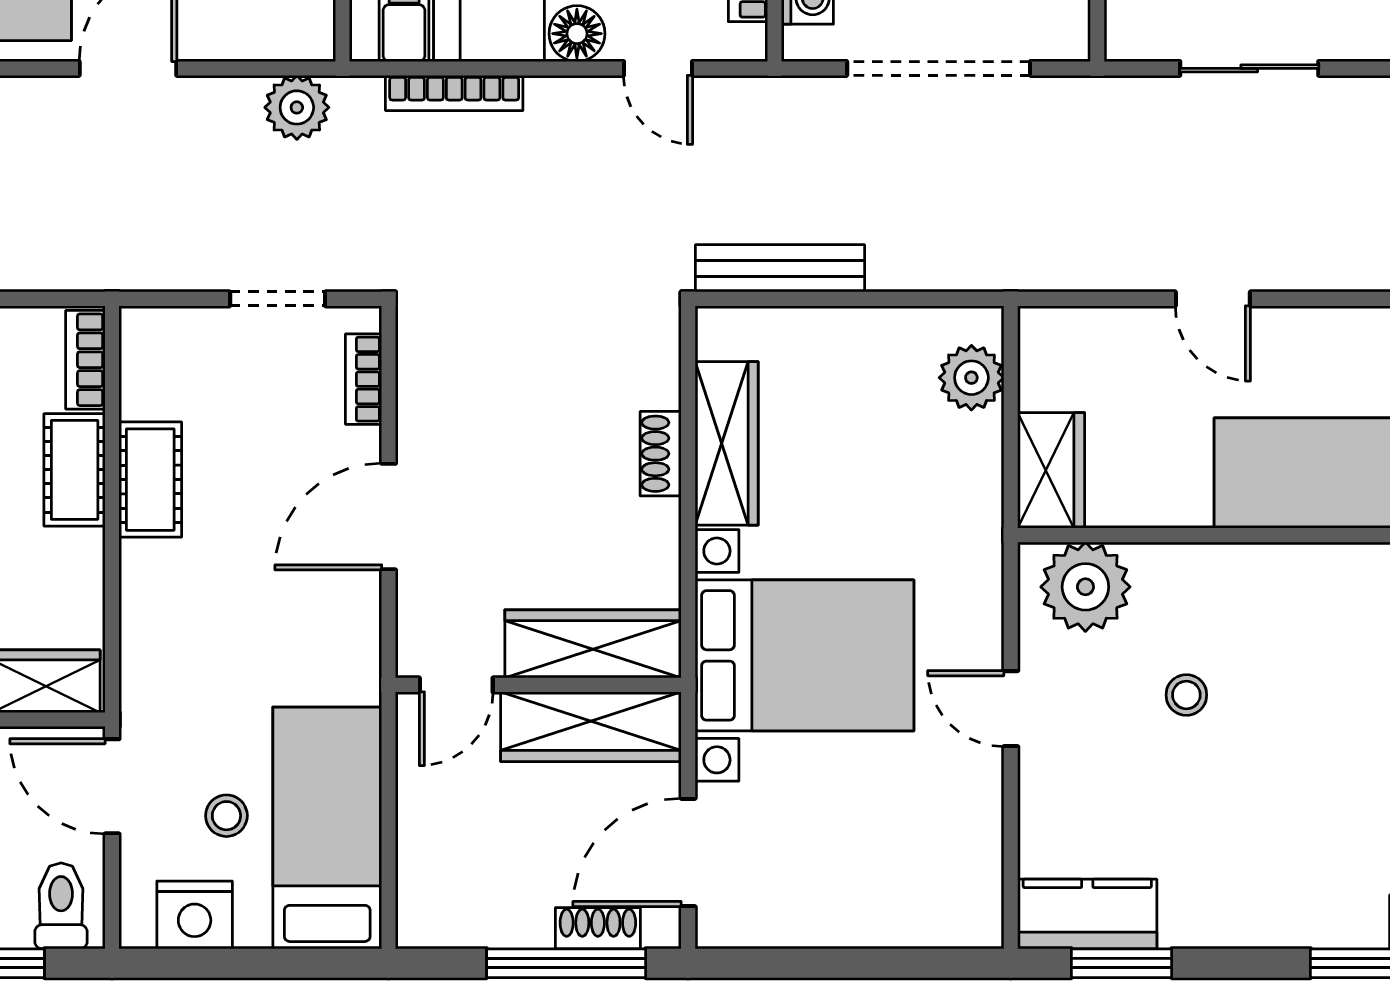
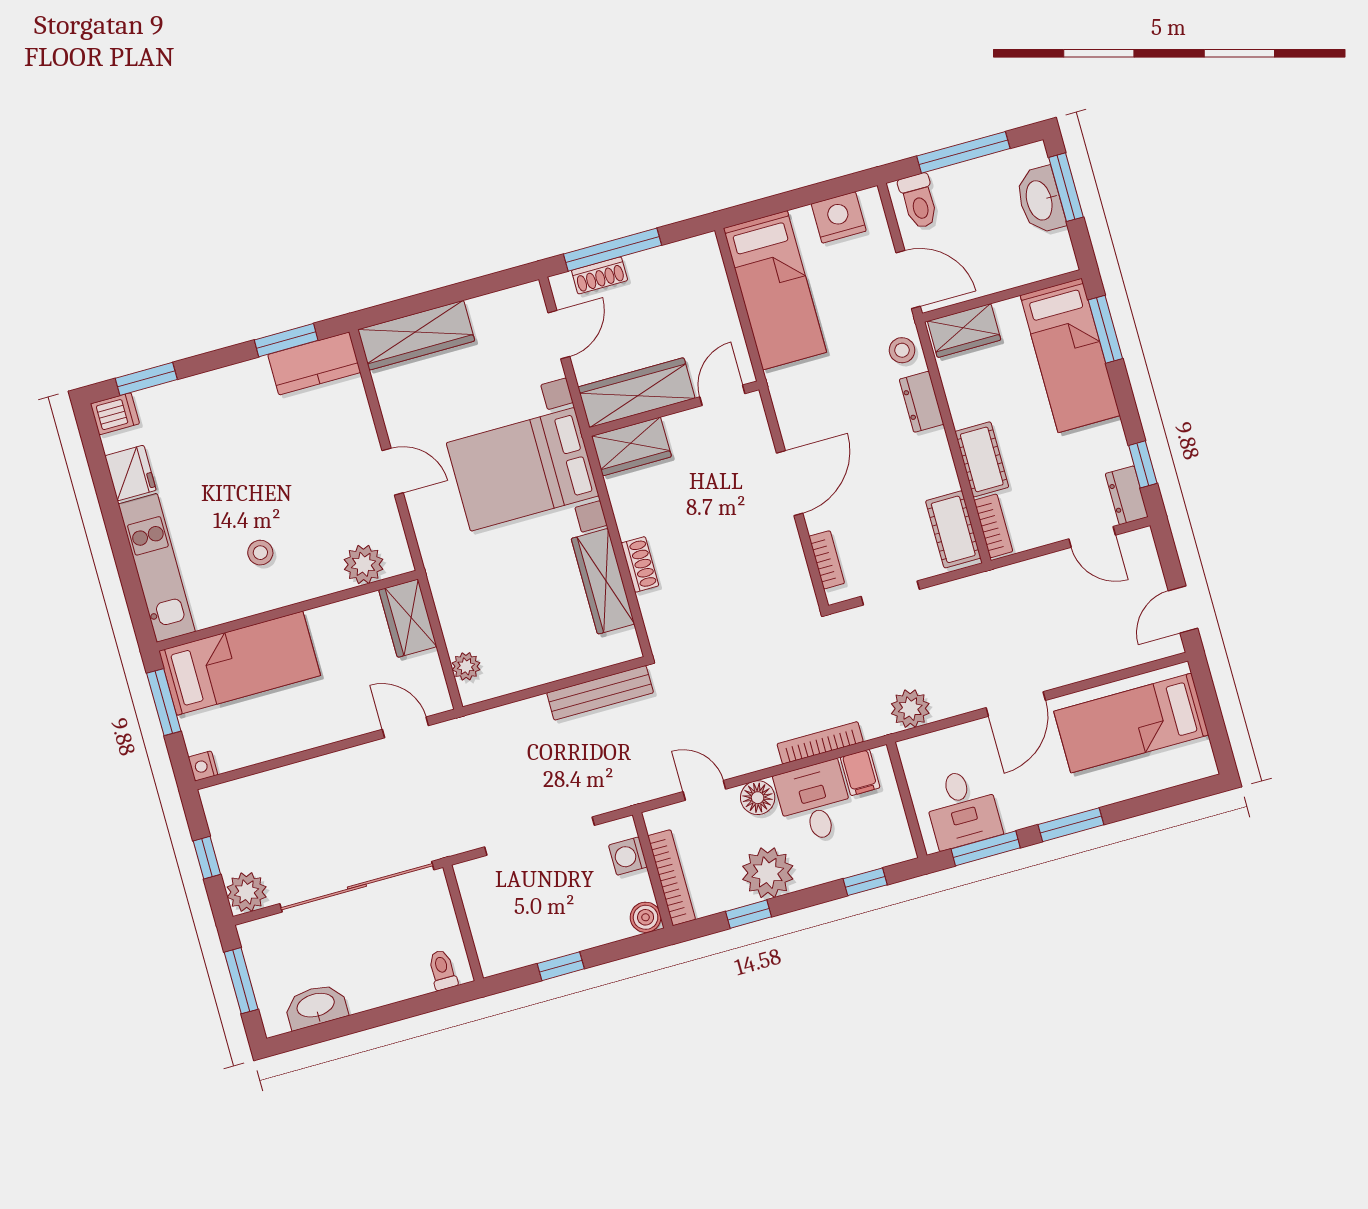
sliding door: (1249, 68) -> (357, 887), width x1.86
door: (1213, 299) -> (405, 727), moved
plant: (971, 378) -> (466, 666), width x0.73, depth x0.73
cot: (150, 480) -> (953, 529), moved
dresser: (145, 587) -> (921, 402), added
plant: (1085, 587) -> (364, 564), width x0.73, depth x0.73
wardrobe: (593, 644) -> (631, 446), width x0.67
stool: (1186, 695) -> (260, 553), moved
stool: (226, 816) -> (902, 350), moved
door: (688, 852) -> (559, 335), width x0.73
wardrobe: (914, 914) -> (416, 335), added

